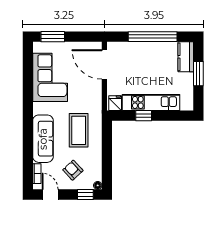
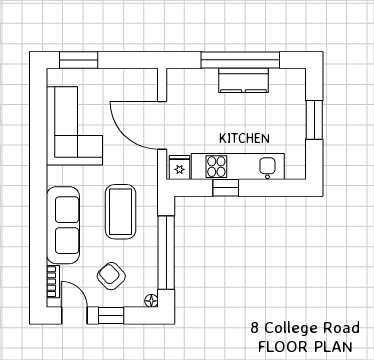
kitchen counter: (186, 57) -> (243, 80), moved, turned -90
door: (104, 64) -> (162, 125), moved
window: (107, 156) -> (166, 253), added
window: (85, 195) -> (111, 316), moved

